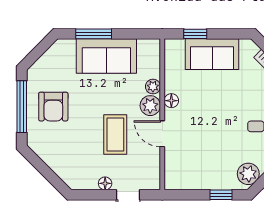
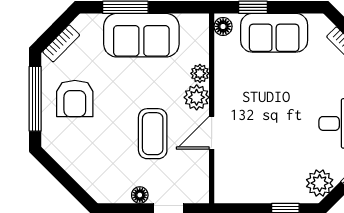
bookcase: (42, 63) -> (61, 43), added
floor lamp: (171, 101) -> (223, 26), moved
door: (162, 134) -> (212, 133), hinge flipped

